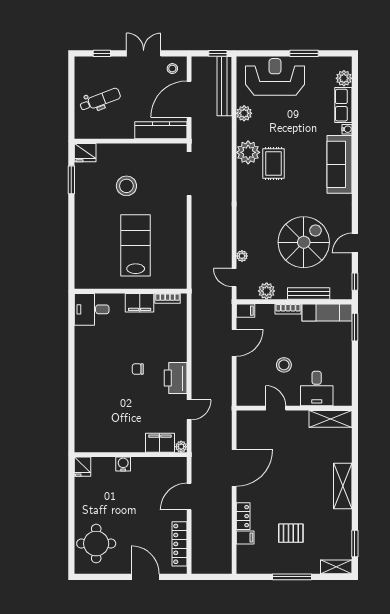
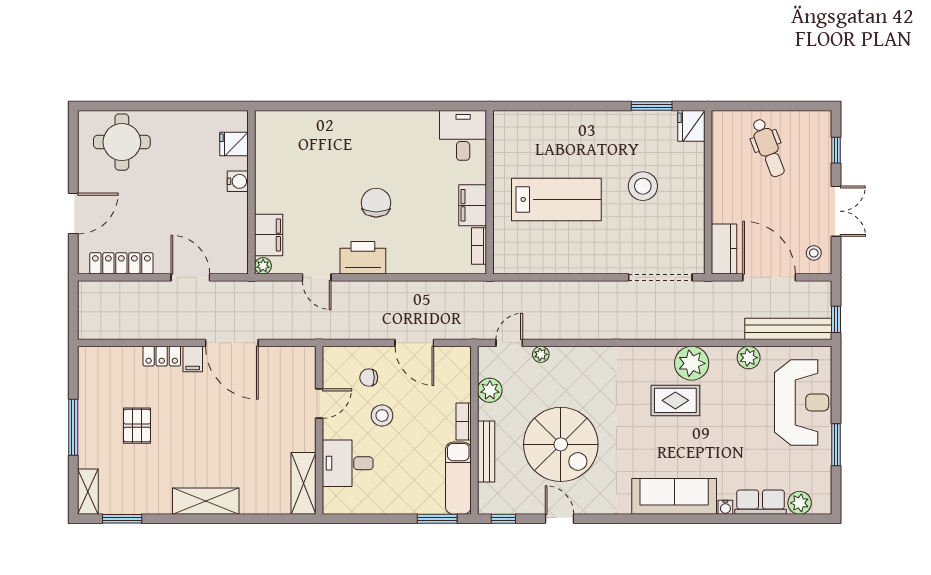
kitchen counter: (161, 130) -> (724, 249), width x0.67
filing cabinet: (245, 311) -> (461, 360), removed
chair: (138, 369) -> (376, 203), width x1.87, depth x1.87
chair: (258, 374) -> (369, 378), added
fridge: (83, 467) -> (234, 144), moved
filing cabinet: (245, 537) -> (193, 359), moved

